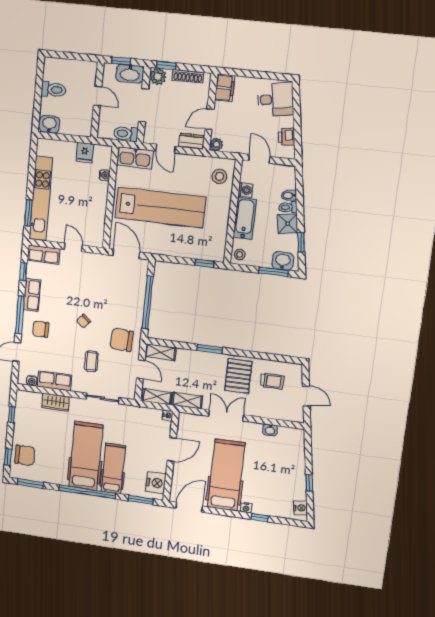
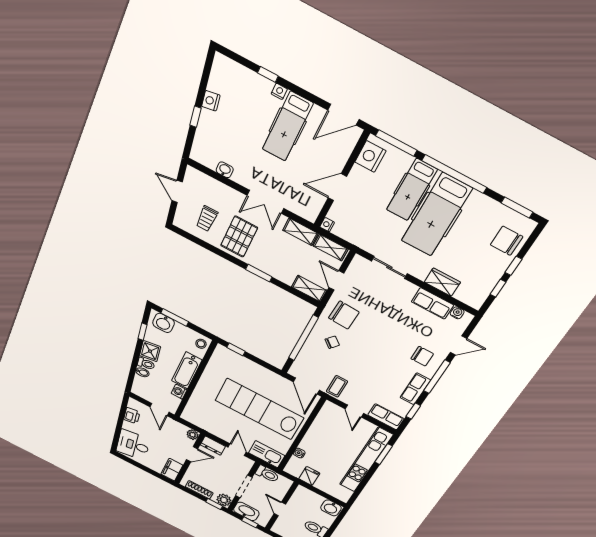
stool: (220, 176) -> (198, 411), removed
chair: (83, 321) -> (332, 342), moved
coffee table: (91, 361) -> (337, 386), moved
trolley: (272, 381) -> (207, 219), turned -90
window: (8, 457) -> (513, 266), moved
hospital bed: (226, 475) -> (288, 126), width x0.73, depth x0.78
window: (309, 483) -> (195, 117), moved
window: (141, 500) -> (396, 143), width x1.44
nightstand: (300, 508) -> (211, 101), moved

